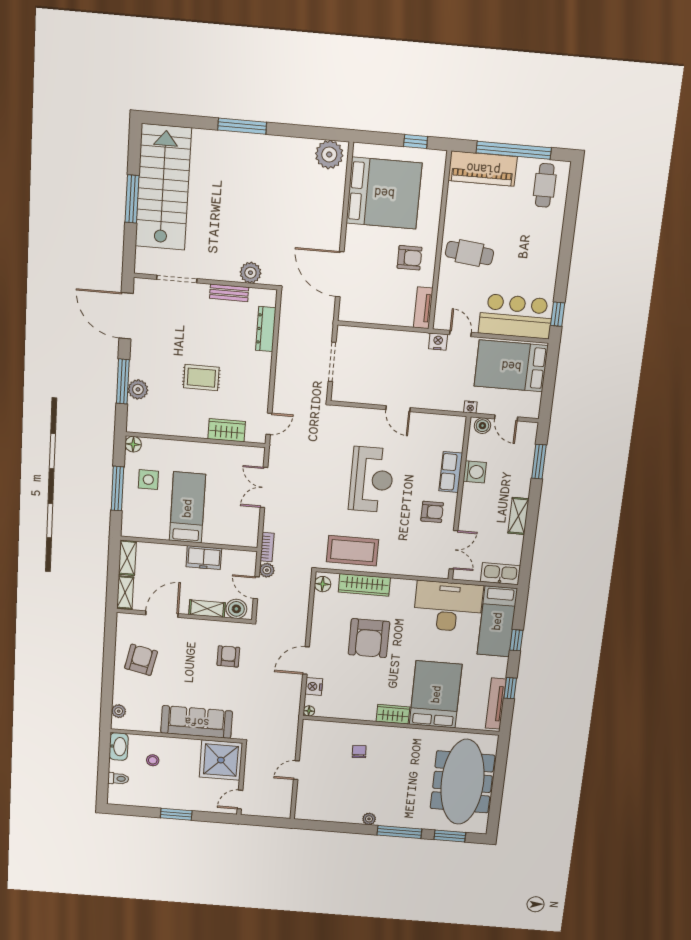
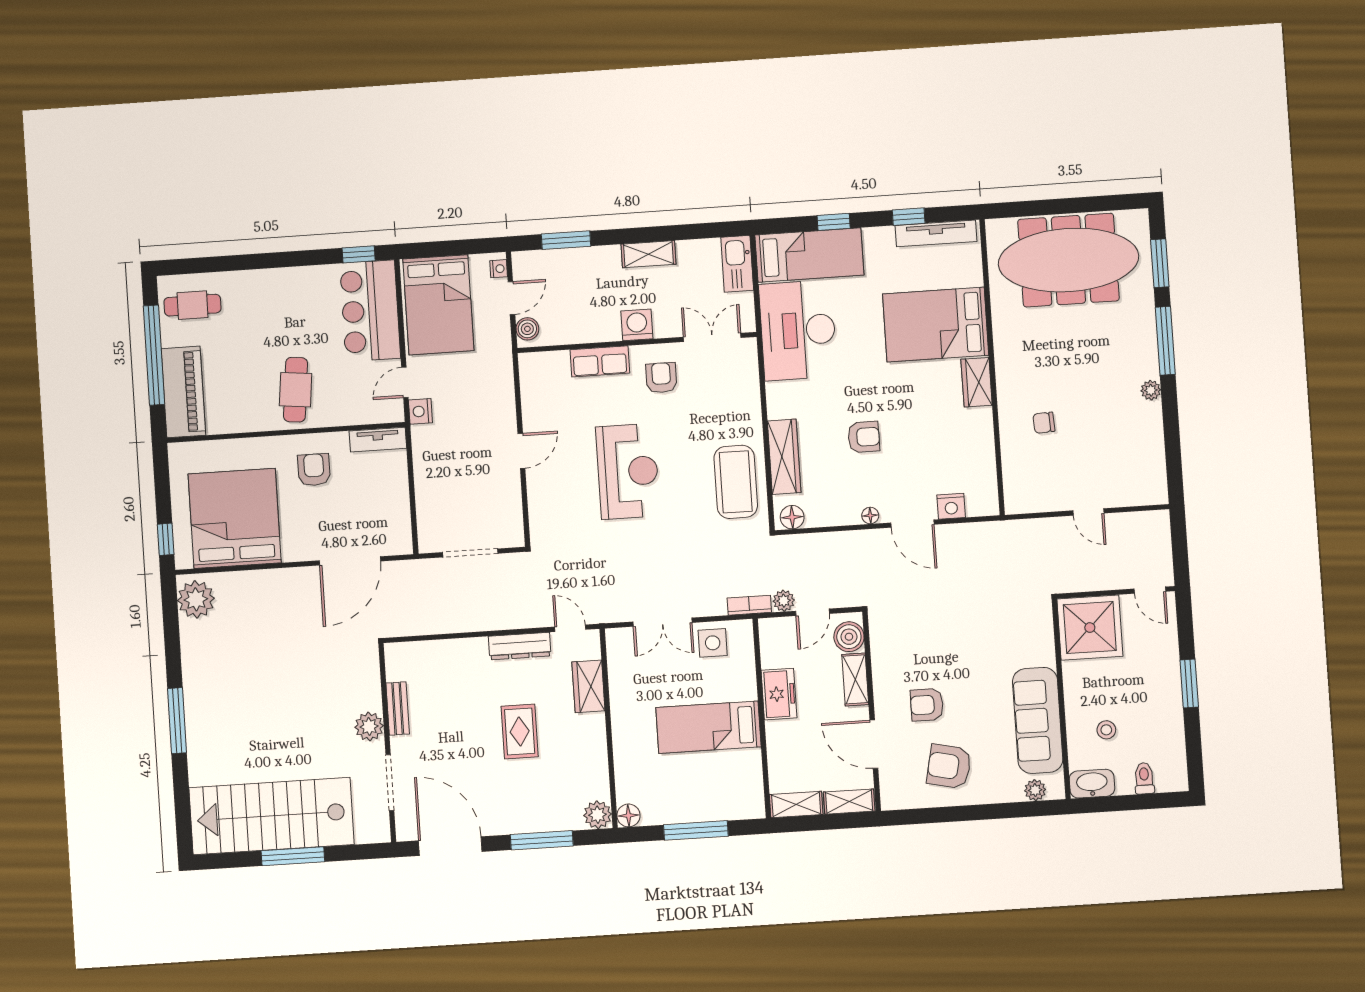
window: (416, 142) -> (166, 539), moved
plant: (250, 273) -> (369, 727), moved
door: (126, 316) -> (450, 846), swing flipped
dresser: (266, 329) -> (520, 646), moved
plant: (138, 389) -> (598, 815), moved
nightstand: (470, 407) -> (499, 269), moved
washing machine: (475, 472) -> (637, 325), moved
side table: (148, 480) -> (713, 643), moved
reception desk: (372, 480) -> (628, 471), turned 90
armchair: (369, 638) -> (864, 437), width x0.53, depth x0.53
armchair: (228, 656) -> (927, 705), moved
floor lamp: (309, 711) -> (870, 515), moved
sofa: (197, 722) -> (1038, 720), moved

